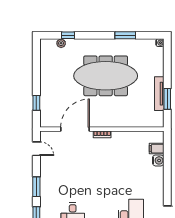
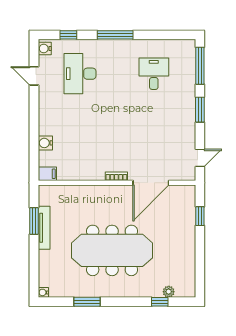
door: (36, 149) -> (200, 158), swing flipped
filing cabinet: (157, 149) -> (47, 174), moved

